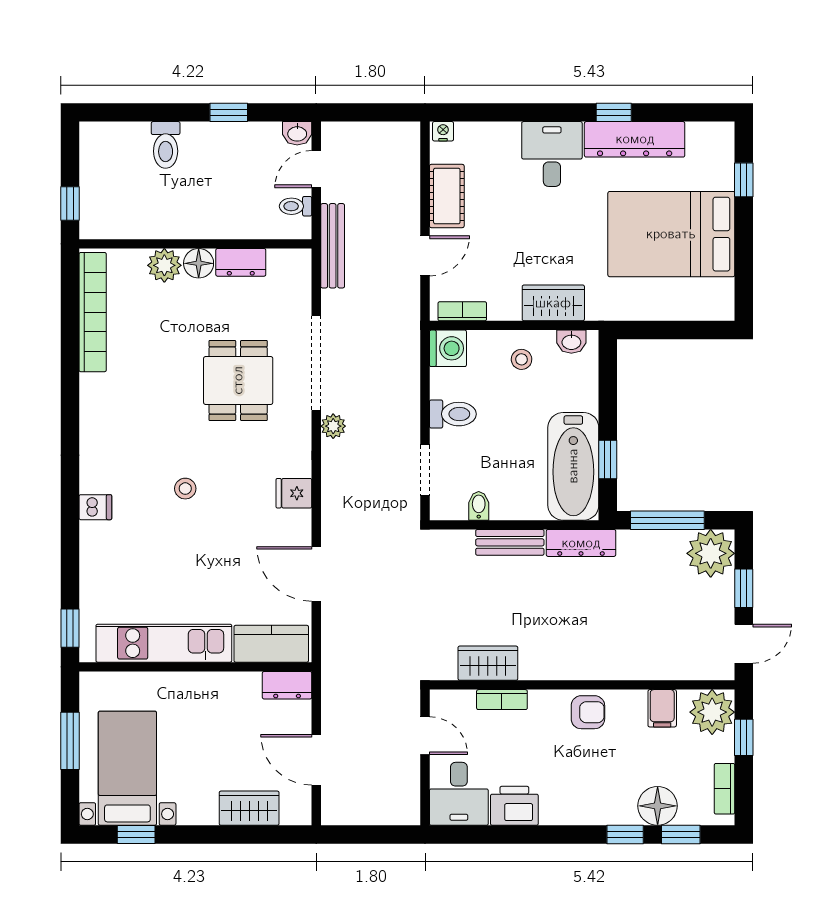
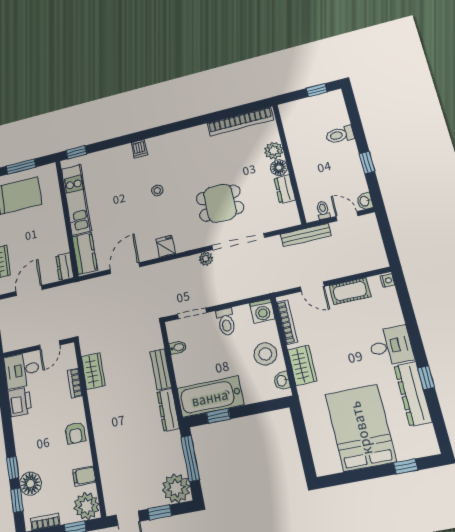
window: (70, 204) -> (317, 90), moved
bookcase: (462, 311) -> (287, 322), width x1.56
stool: (522, 359) -> (265, 354), width x1.89, depth x1.89

